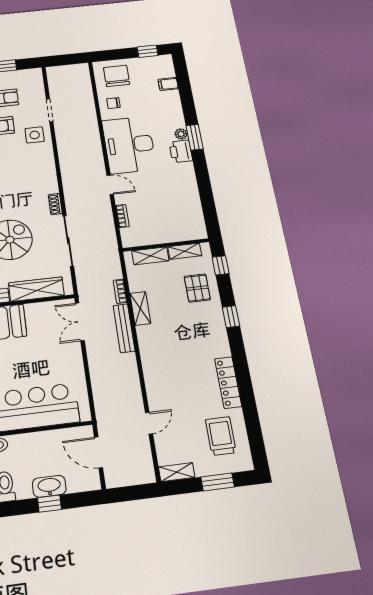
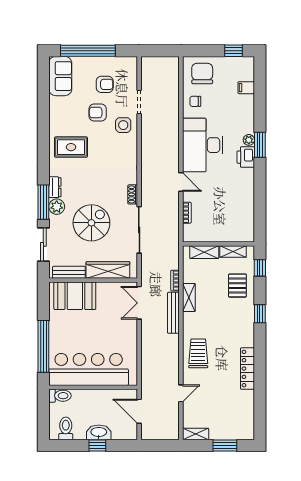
trolley: (221, 436) -> (198, 353), moved

